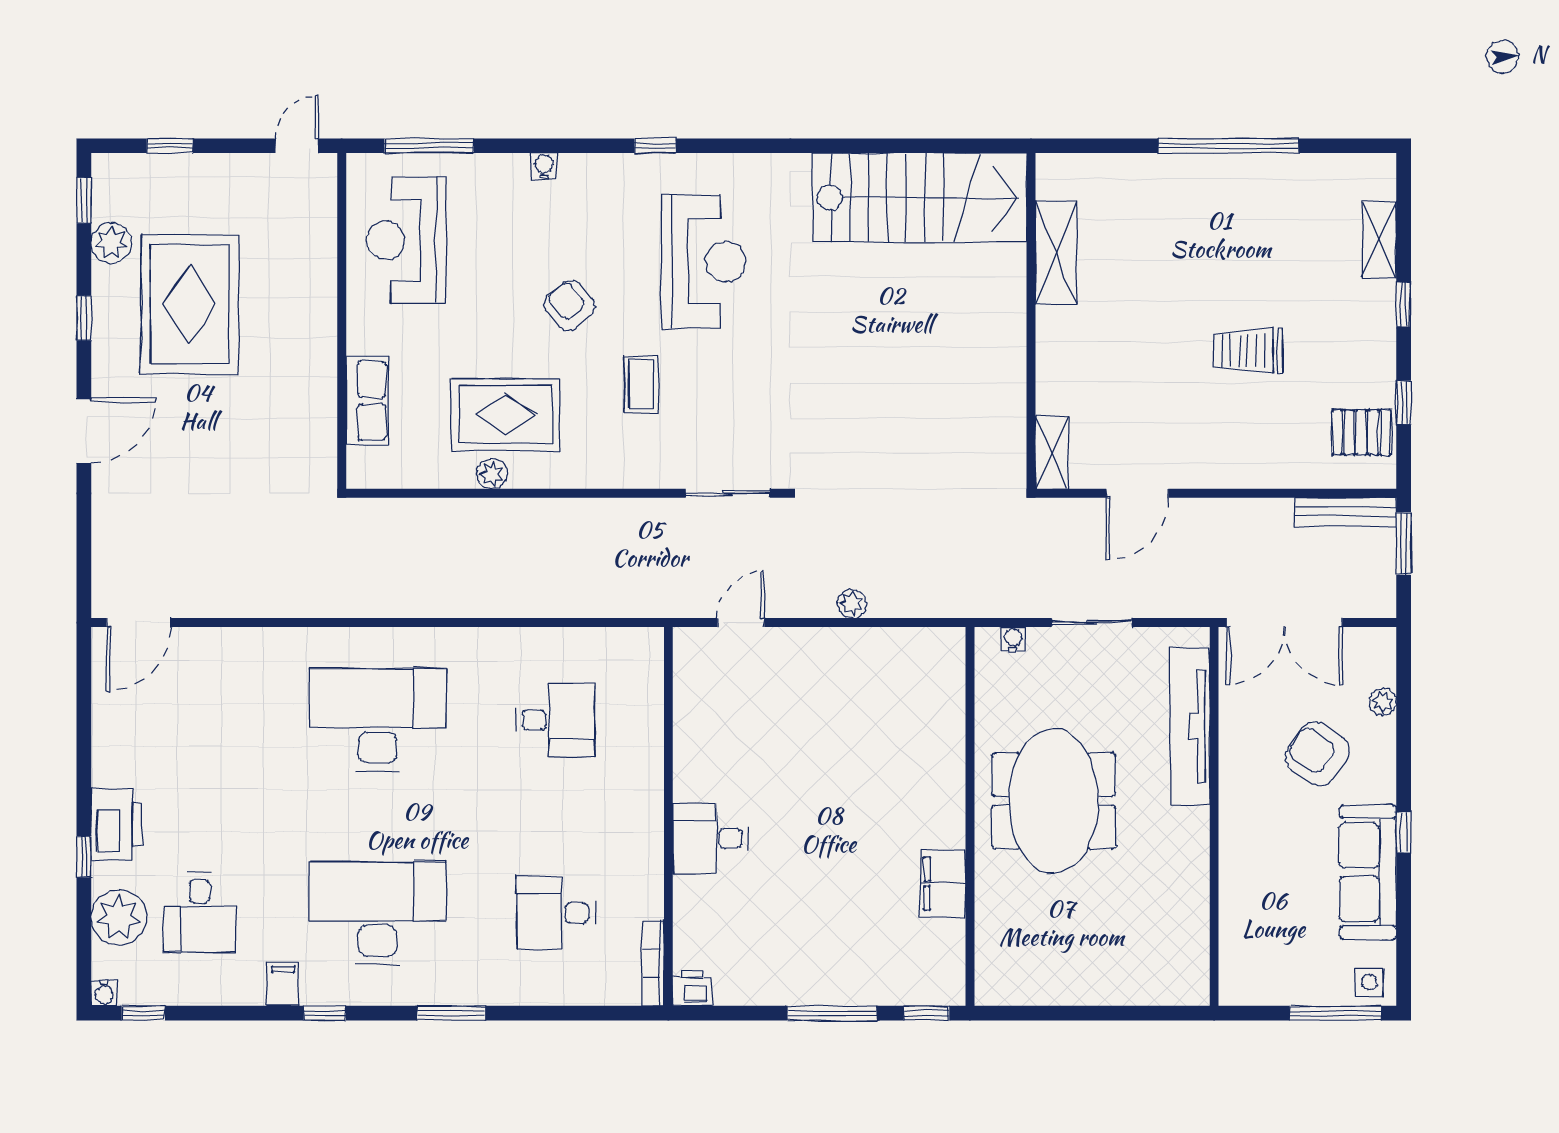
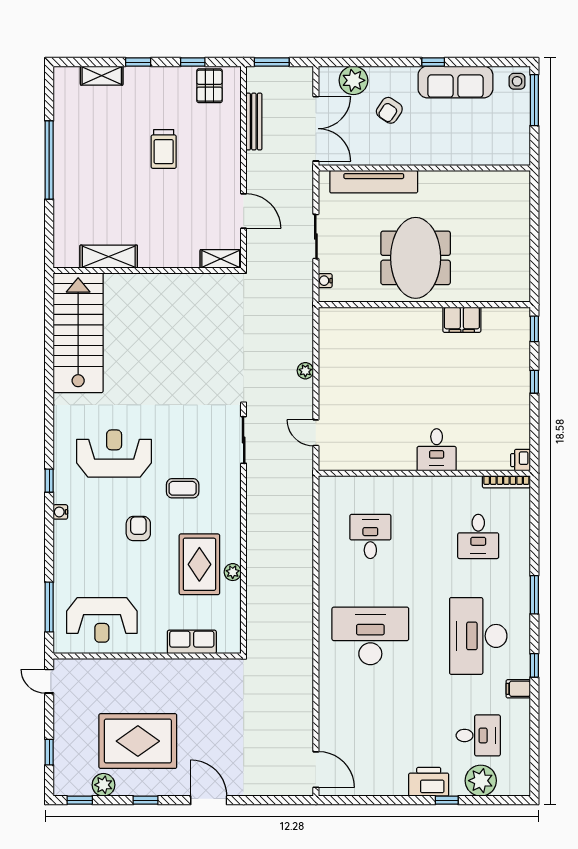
water cooler: (544, 166) -> (60, 512), moved
armchair: (570, 305) -> (138, 529), turned 129
bench: (1346, 512) -> (254, 122), moved
plant: (1383, 702) -> (353, 80), width x1.88, depth x1.88
desk: (378, 720) -> (370, 636), turned 90
armchair: (1317, 754) -> (389, 110), width x0.72, depth x0.72
meeting table: (1054, 801) -> (416, 258), turned 90
water cooler: (104, 993) -> (523, 789), removed
window: (143, 1013) -> (534, 767), removed
window: (832, 1013) -> (534, 382), width x0.46

